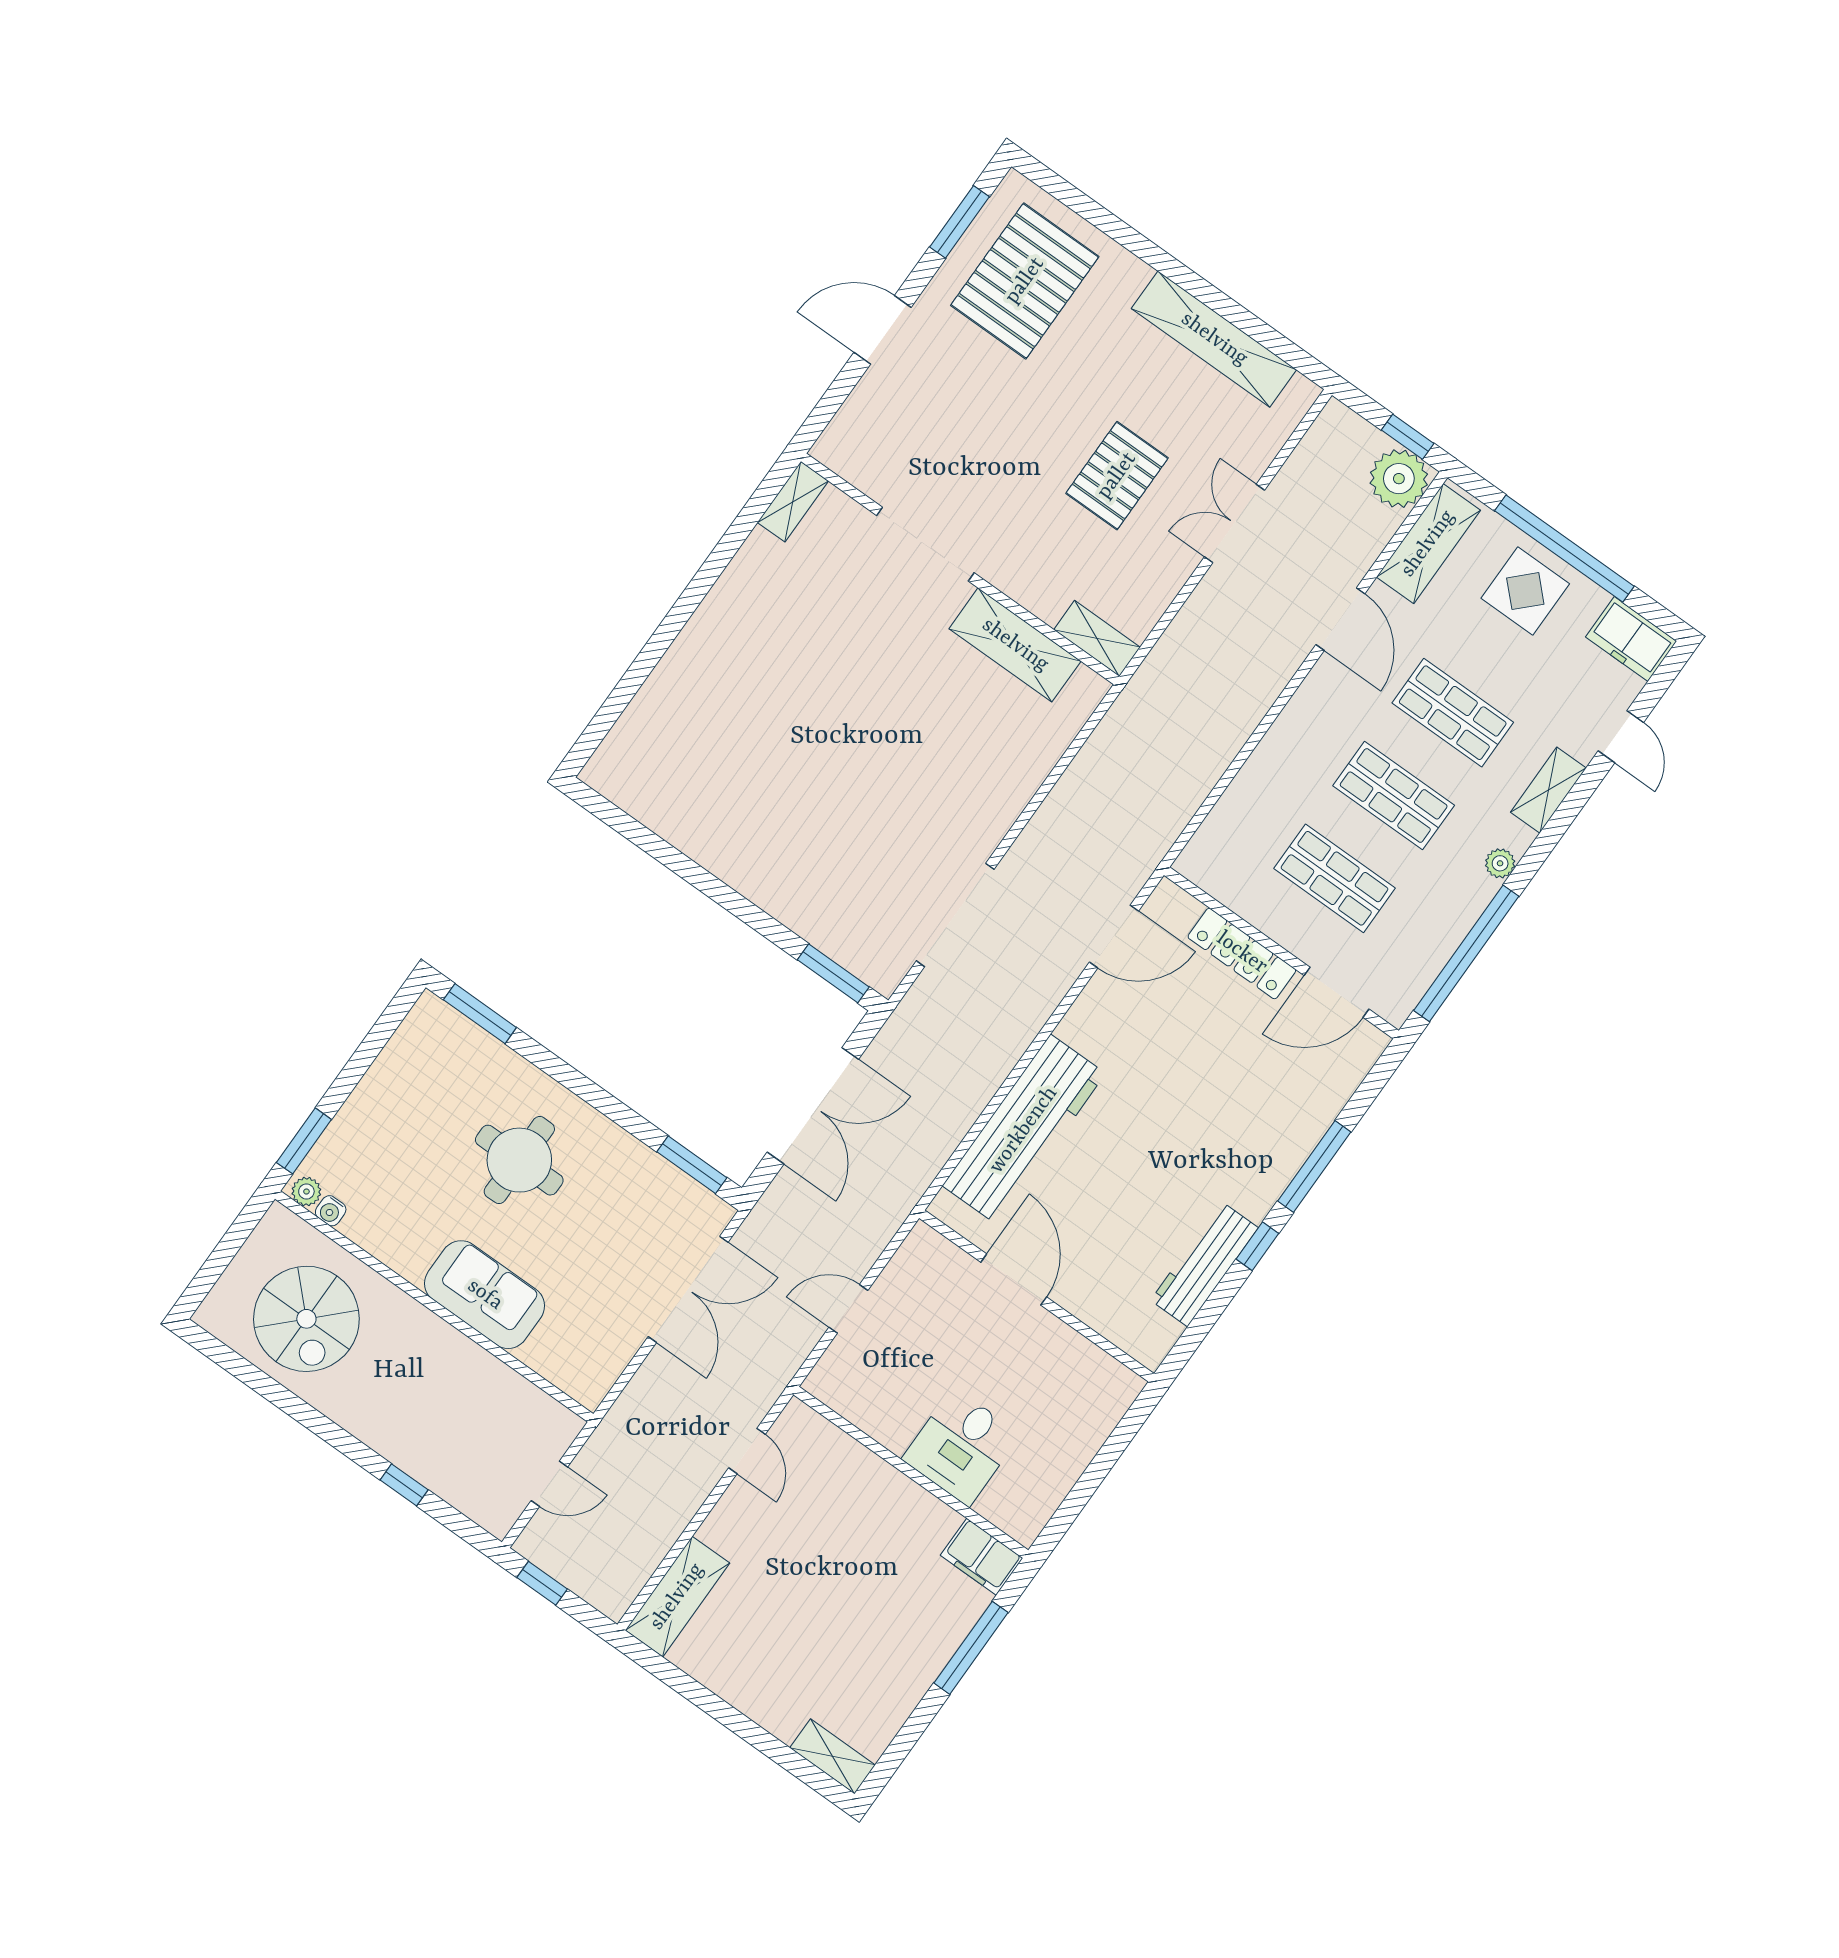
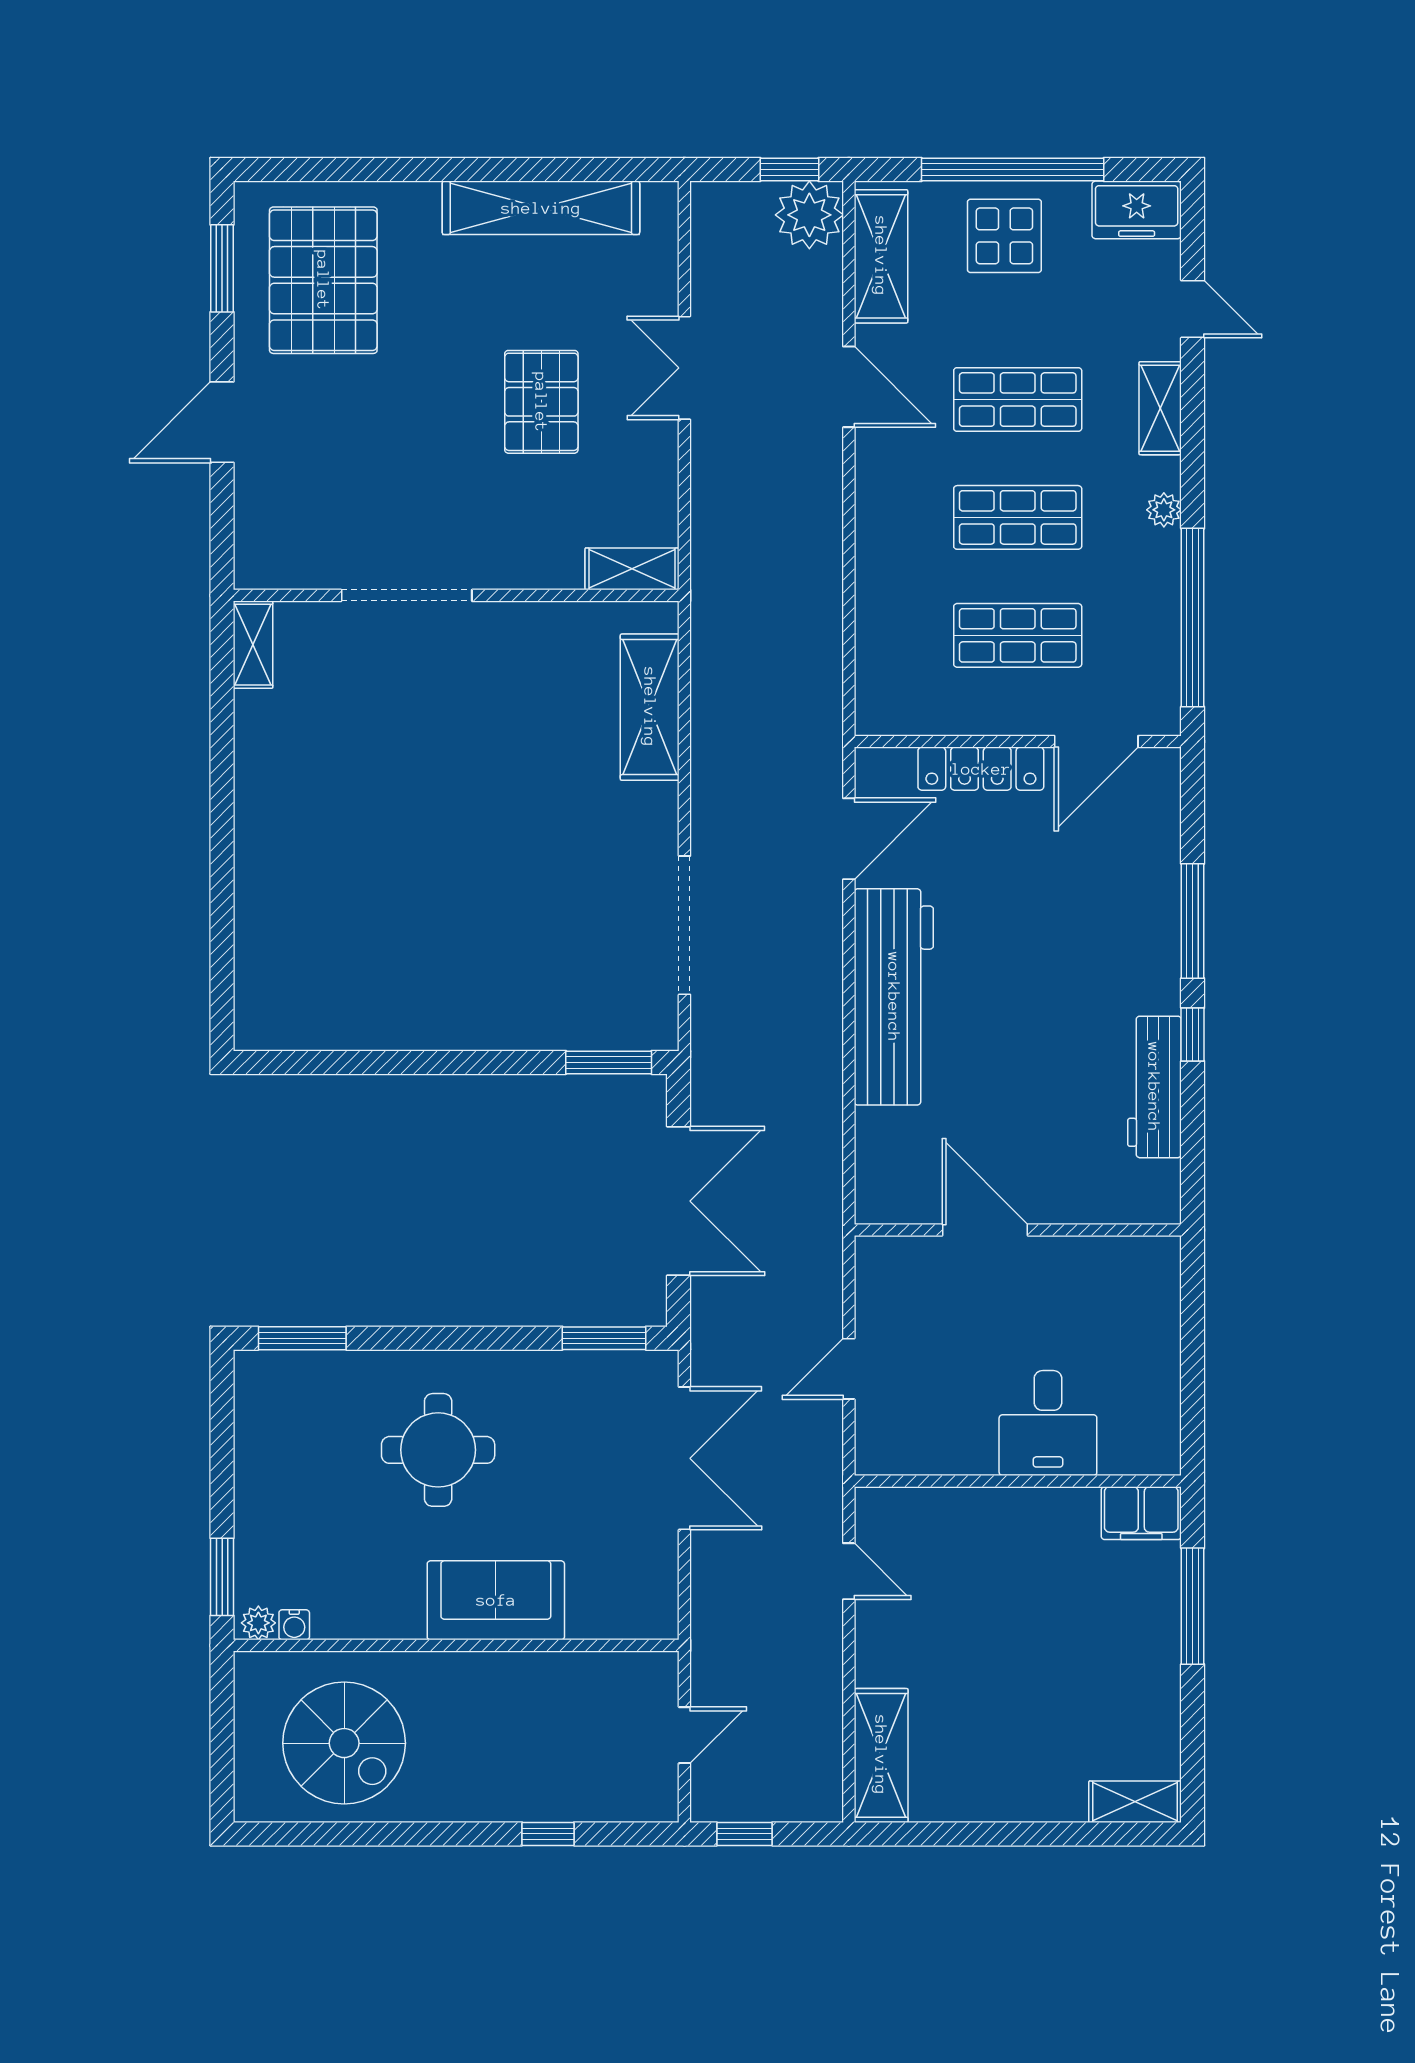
shelving: (1015, 645) -> (650, 707), moved, turned 90
workbench: (1024, 1130) -> (894, 997), moved

